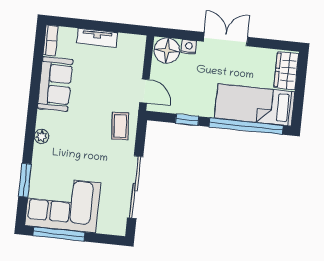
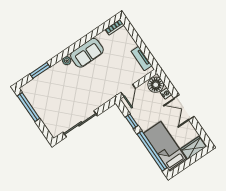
tv unit: (97, 38) -> (142, 58), moved
double door: (226, 39) -> (184, 107), swing flipped
sofa: (55, 84) -> (87, 53), moved
coffee table: (120, 126) -> (102, 93), removed
corner sofa: (63, 204) -> (44, 97), removed

